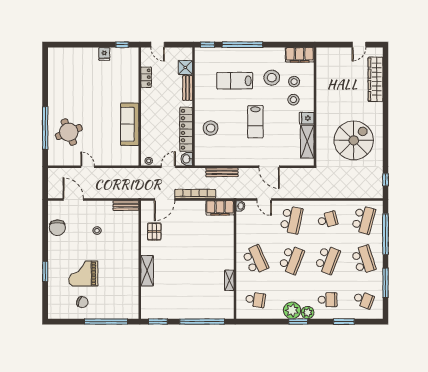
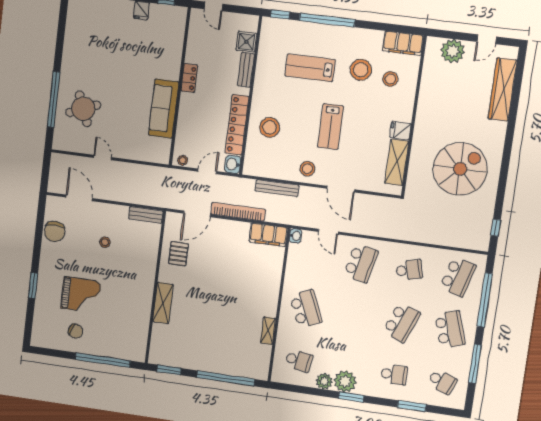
plant: (336, 56) -> (453, 51), added
locker: (146, 77) -> (189, 78), moved
stool: (293, 100) -> (307, 169), moved
school desk: (291, 260) -> (354, 316), removed
grand piano: (83, 273) -> (81, 295), turned 180
plant: (308, 313) -> (324, 381), moved

